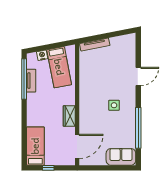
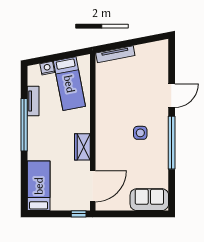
window: (24, 79) -> (24, 125), moved
window: (138, 128) -> (172, 143), moved
window: (48, 168) -> (79, 214), moved

